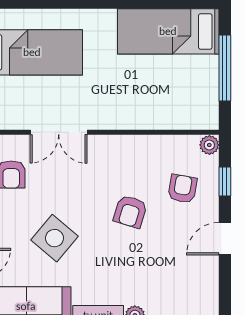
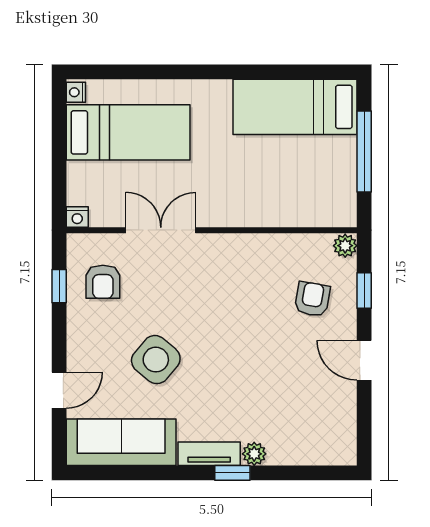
double door: (59, 132) -> (161, 230), swing flipped
armchair: (130, 212) -> (249, 327), removed
door: (225, 239) -> (364, 360), hinge flipped

